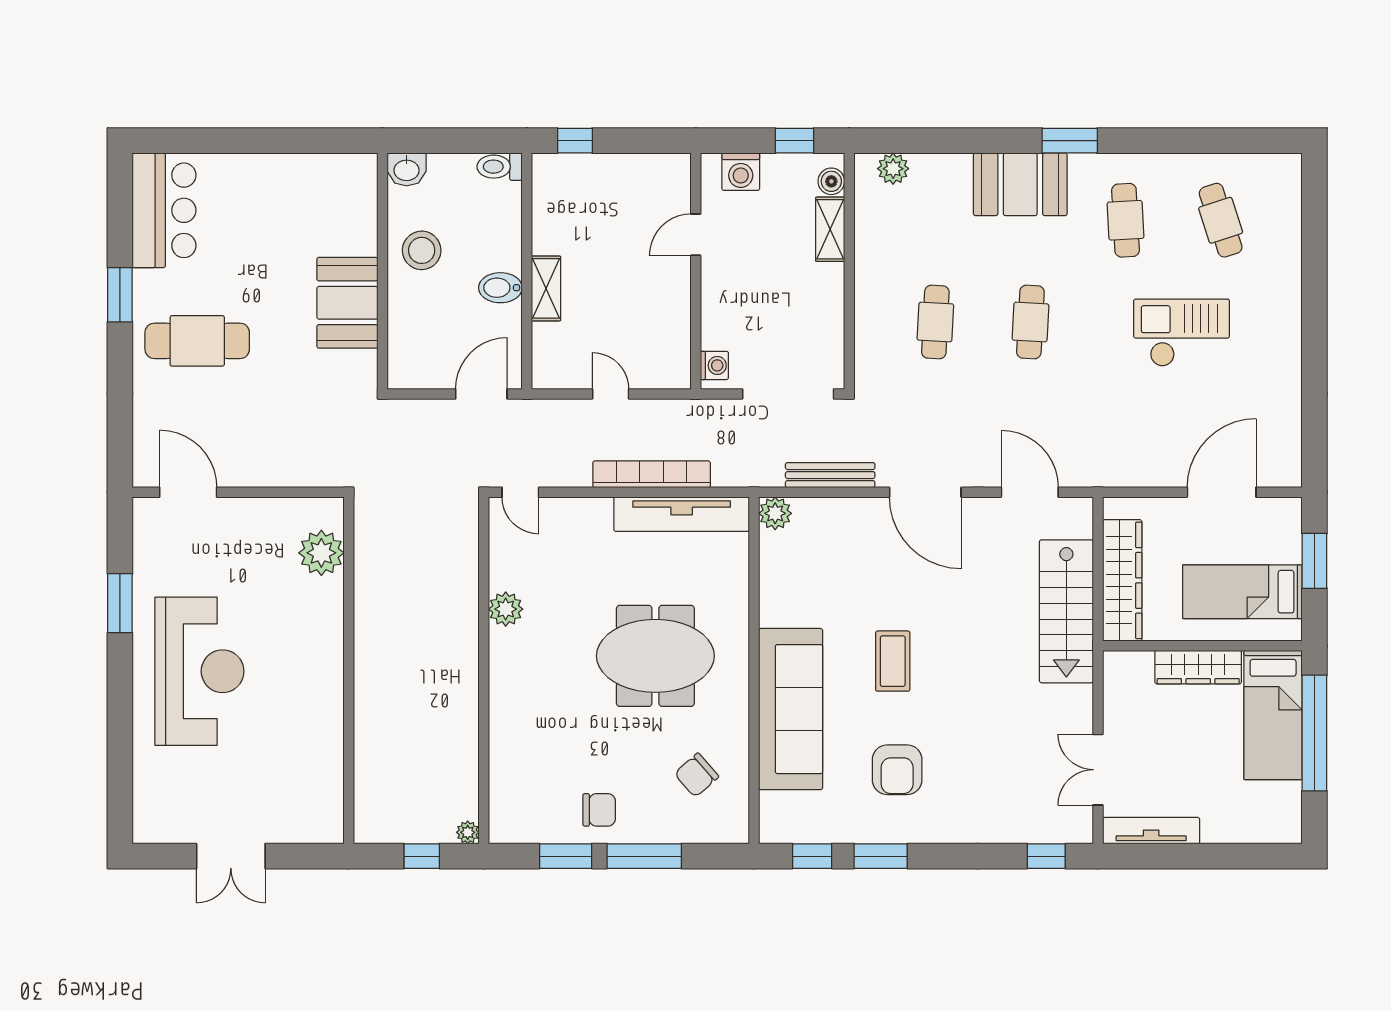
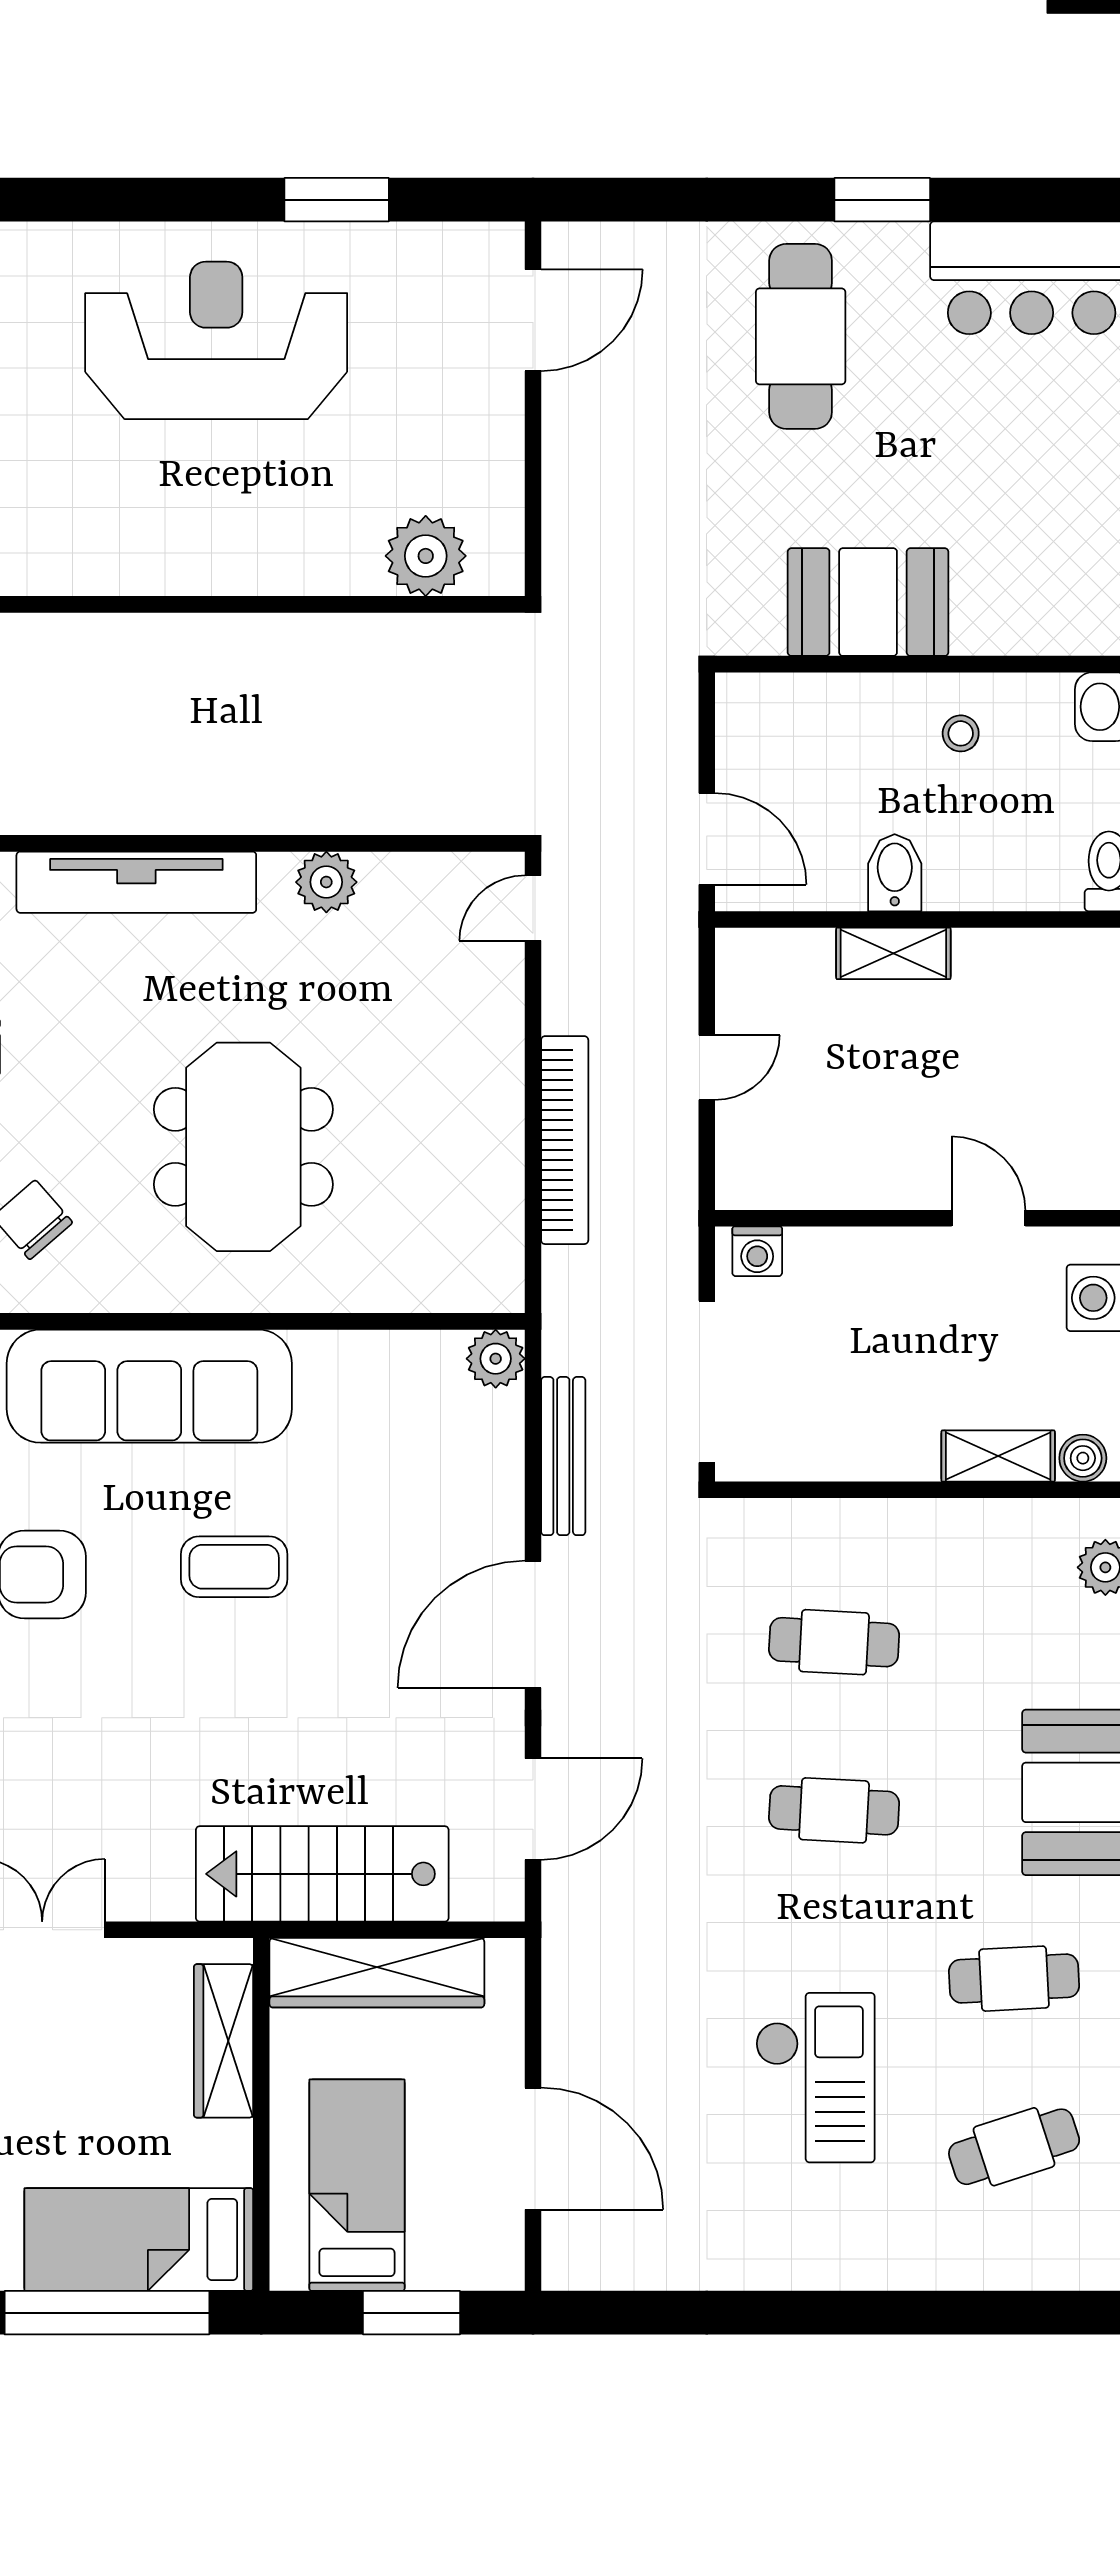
stool: (422, 250) -> (961, 733), width x0.53, depth x0.53
tv unit: (682, 514) -> (136, 882), moved, turned -90
wardrobe: (1198, 667) -> (224, 2041), moved
reception desk: (199, 671) -> (216, 340), turned 180

